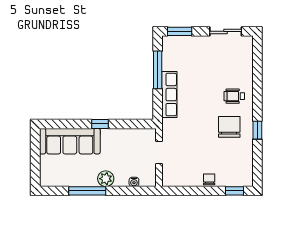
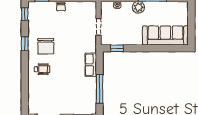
row of seats: (169, 95) -> (91, 65), width x0.68
window: (100, 124) -> (117, 48), moved
window: (257, 170) -> (25, 14), added

